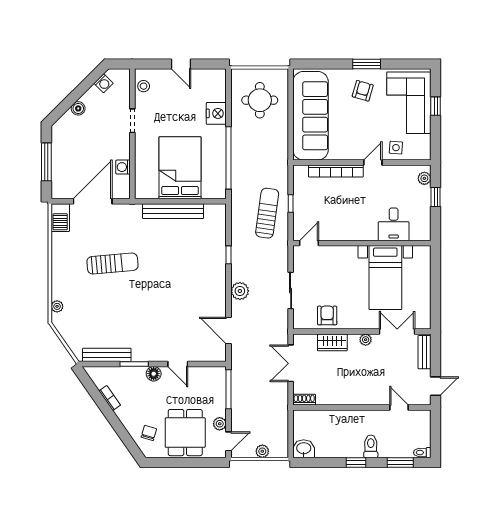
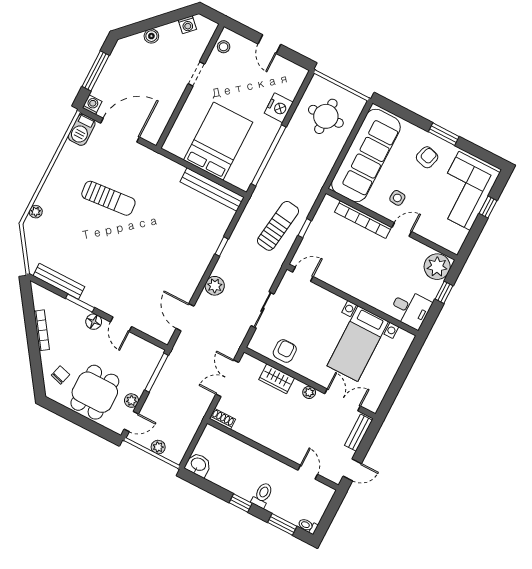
side table: (396, 148) -> (397, 198), moved
washing machine: (123, 167) -> (92, 105), moved, turned 90
plant: (424, 178) -> (437, 267), width x1.88, depth x1.88
bench: (173, 211) -> (212, 189), moved
desk: (394, 224) -> (410, 309), moved, turned -90
bookcase: (110, 398) -> (42, 330), width x1.56

